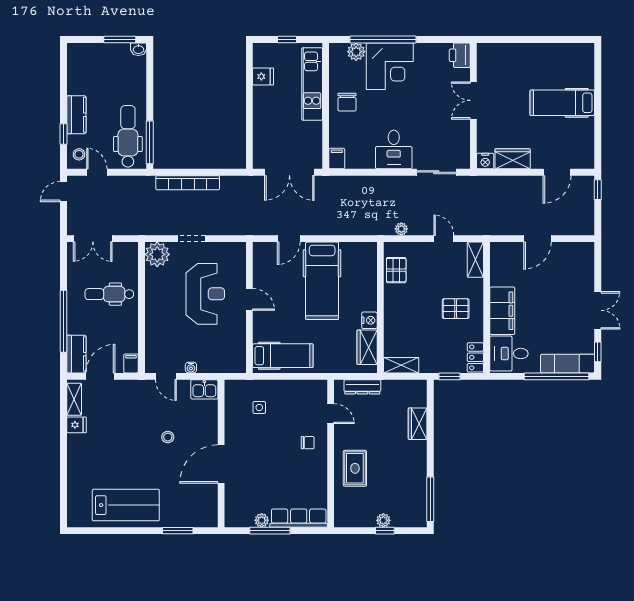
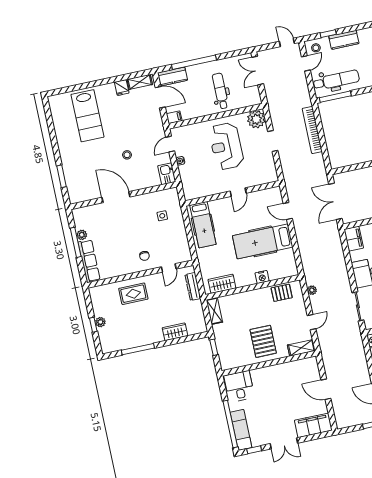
filing cabinet: (337, 159) -> (354, 239), width x2.00
reception desk: (205, 294) -> (226, 146), moved, turned 90
pallet: (456, 309) -> (263, 341), width x1.50, depth x1.42
filing cabinet: (502, 311) -> (313, 425), moved, turned 180
nightstand: (369, 320) -> (262, 277), moved
locker: (475, 357) -> (231, 363), removed
window: (430, 499) -> (138, 349), moved
lab bench: (126, 505) -> (87, 116), moved

